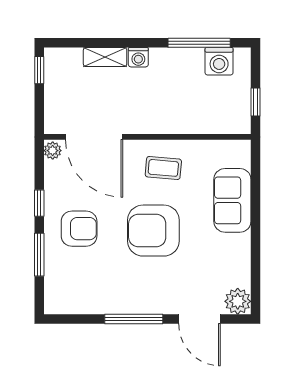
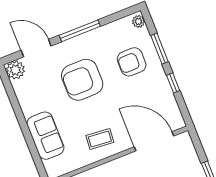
plant: (53, 151) -> (138, 21), moved
armchair: (79, 229) -> (132, 62), moved
armchair: (153, 231) -> (82, 80), moved, turned 180

